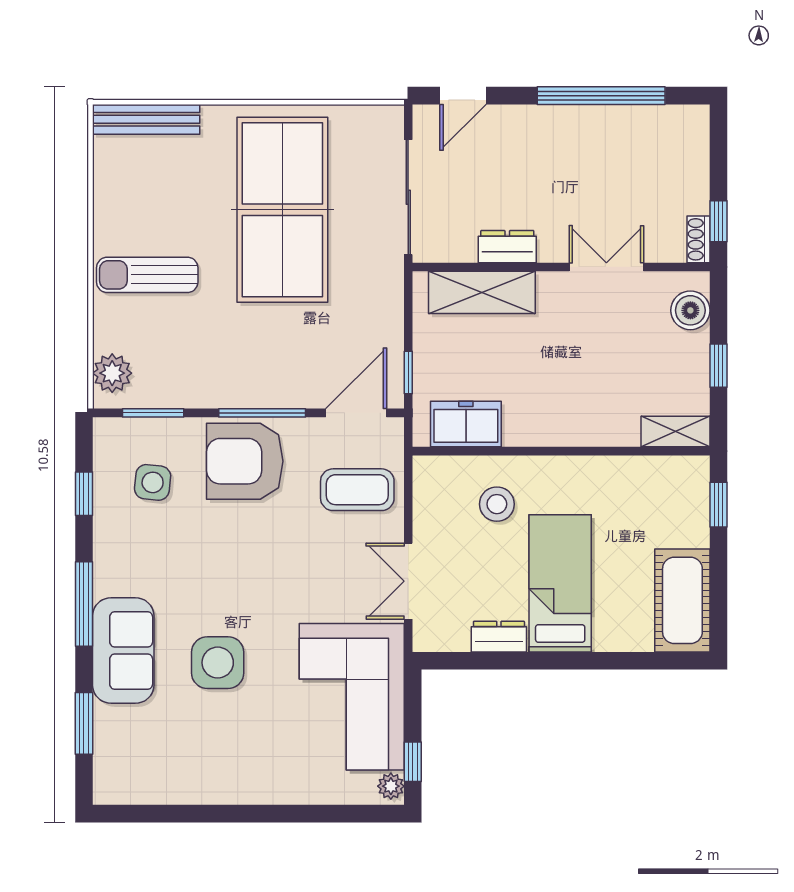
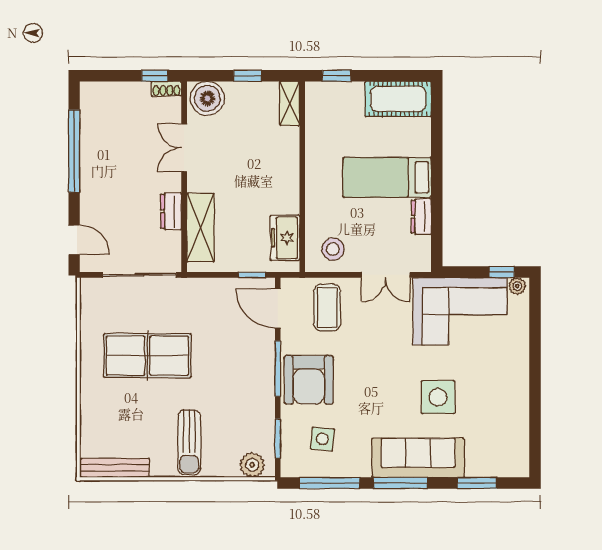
bench: (146, 119) -> (115, 468), moved, turned 90
table tennis table: (282, 210) -> (147, 356), width x0.73, depth x0.76
boiler: (690, 310) -> (207, 98), width x1.37, depth x1.37
window: (84, 494) -> (330, 483), width x2.17
stool: (497, 504) -> (333, 249), moved
sofa: (123, 650) -> (418, 458), width x1.36

